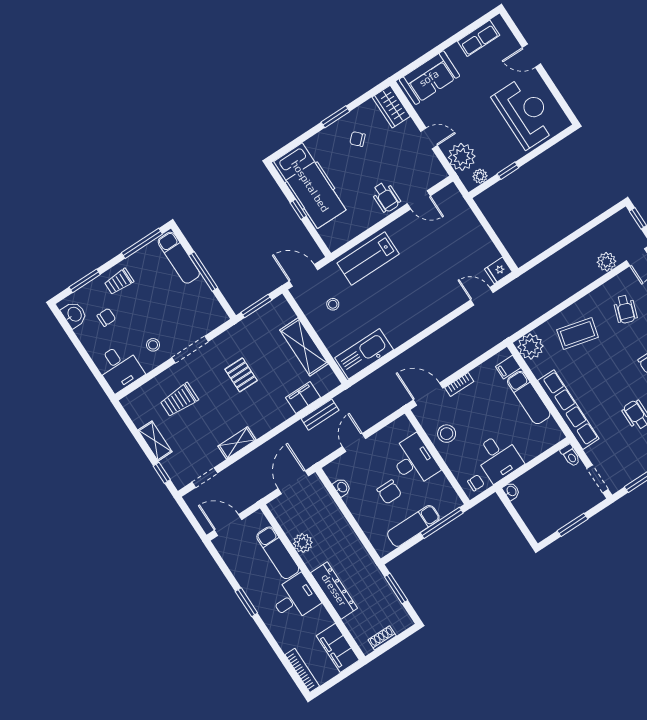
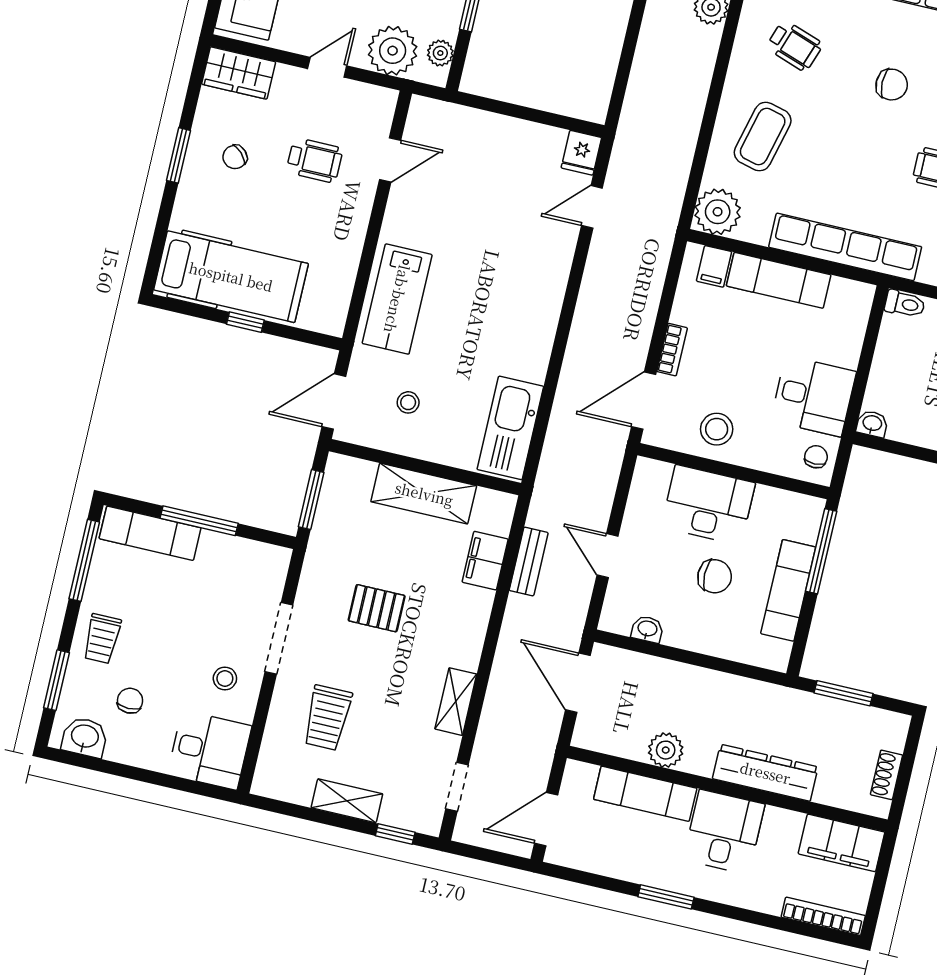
wheelchair: (386, 197) -> (315, 160), moved

